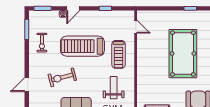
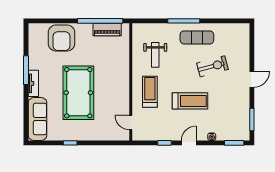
door: (73, 8) -> (189, 143), moved
exercise bike: (42, 43) -> (235, 105), removed
treadmill: (82, 46) -> (190, 101), width x0.73, depth x0.73
door: (27, 85) -> (252, 79), moved

